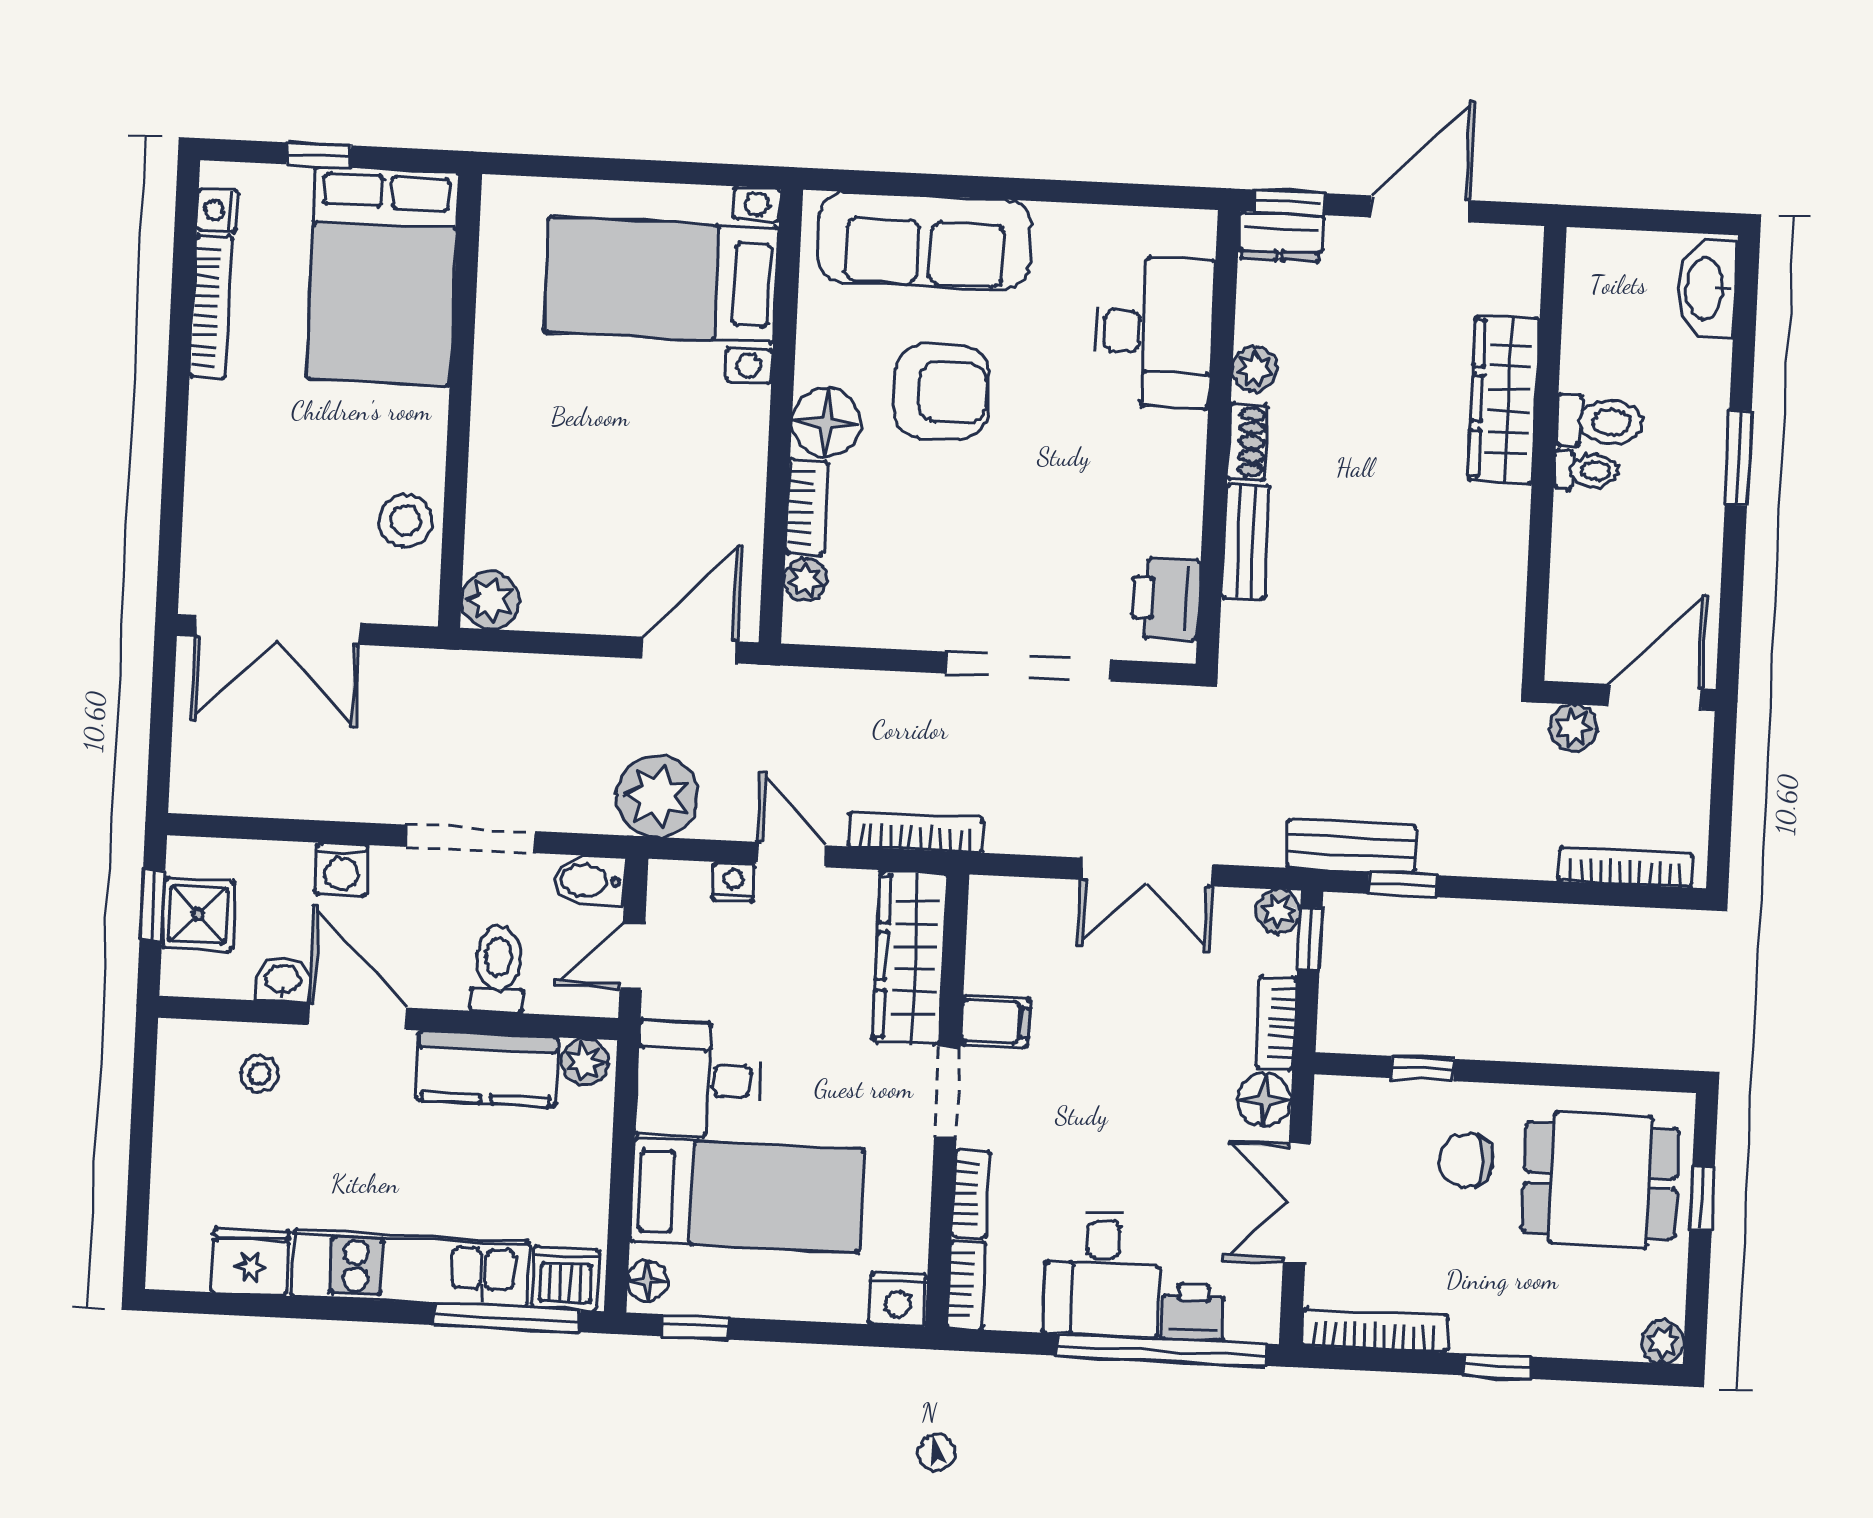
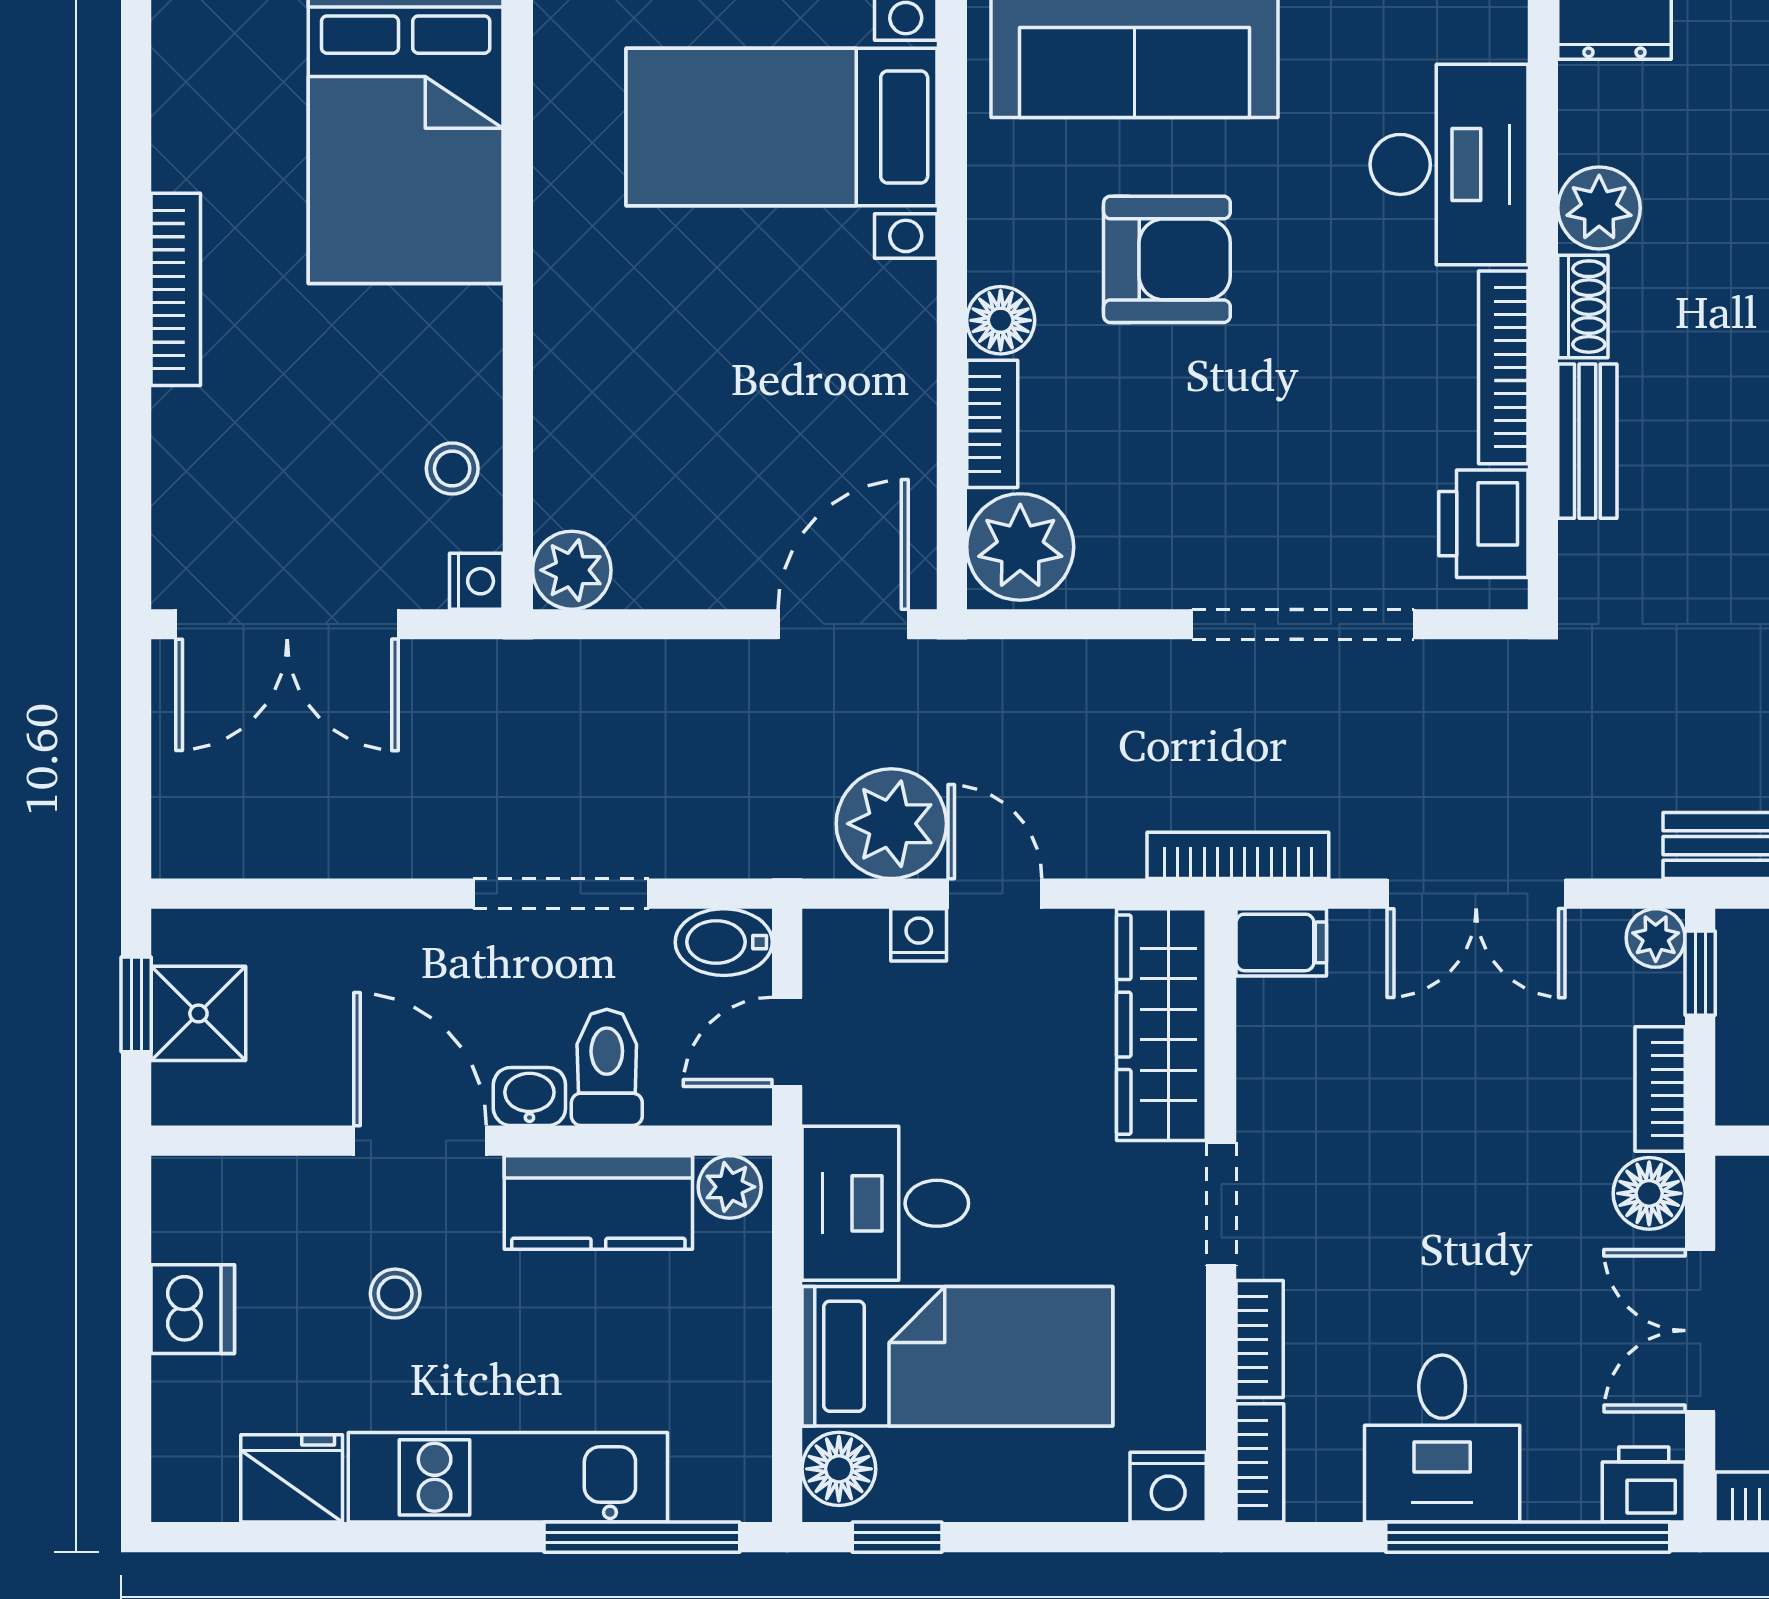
nightstand: (217, 210) -> (476, 581), moved, turned 180
bookcase: (211, 307) -> (176, 289), moved
plant: (1255, 369) -> (1599, 208), width x1.38, depth x1.38
floor lamp: (826, 422) -> (1001, 320), width x0.73, depth x0.73
bookcase: (1186, 484) -> (1503, 367), added
stool: (406, 521) -> (452, 469), width x0.73, depth x0.73
plant: (805, 580) -> (1020, 547), width x1.87, depth x1.87
plant: (657, 796) -> (891, 824), moved
bookcase: (916, 832) -> (1238, 855), moved
washing machine: (342, 869) -> (389, 943), removed
washbasin: (283, 980) -> (529, 1096), moved
filing cabinet: (995, 1022) -> (1281, 942), moved
stool: (259, 1074) -> (395, 1294), moved
dishwasher: (565, 1279) -> (193, 1309), moved, turned 90
floor lamp: (648, 1281) -> (839, 1469), width x1.37, depth x1.37
printer: (1193, 1312) -> (1644, 1485), moved

